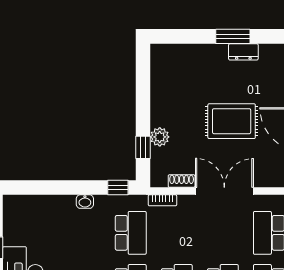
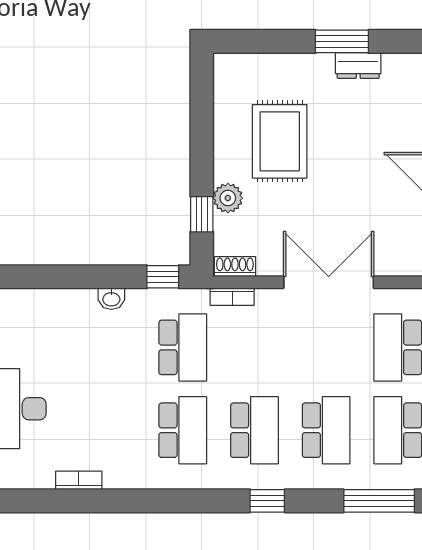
rug: (232, 121) -> (280, 141), moved, turned 90
shoe rack: (182, 181) -> (235, 267), moved

